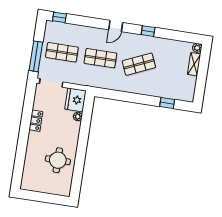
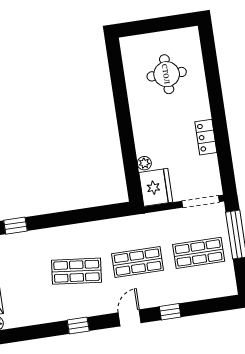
window: (59, 17) -> (170, 312), moved
shop shelf: (139, 64) -> (77, 271), turned 30
round table: (58, 160) -> (167, 74), moved

